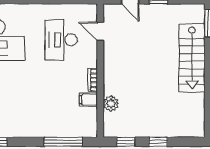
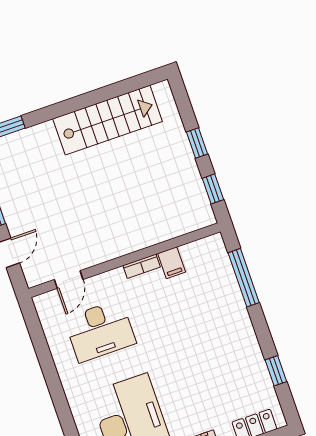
stairs: (192, 58) -> (108, 120), moved
plant: (111, 103) -> (166, 229), removed

